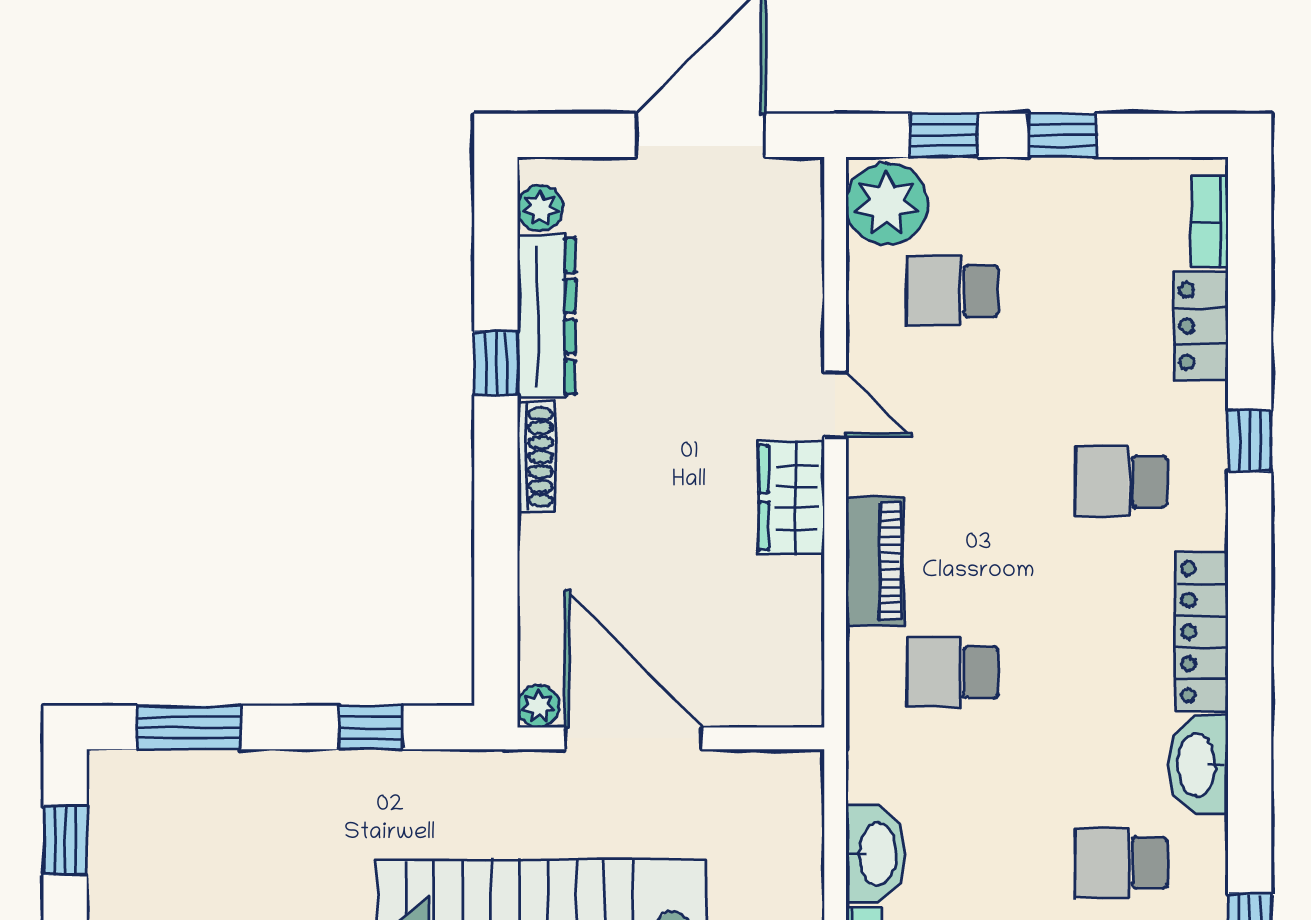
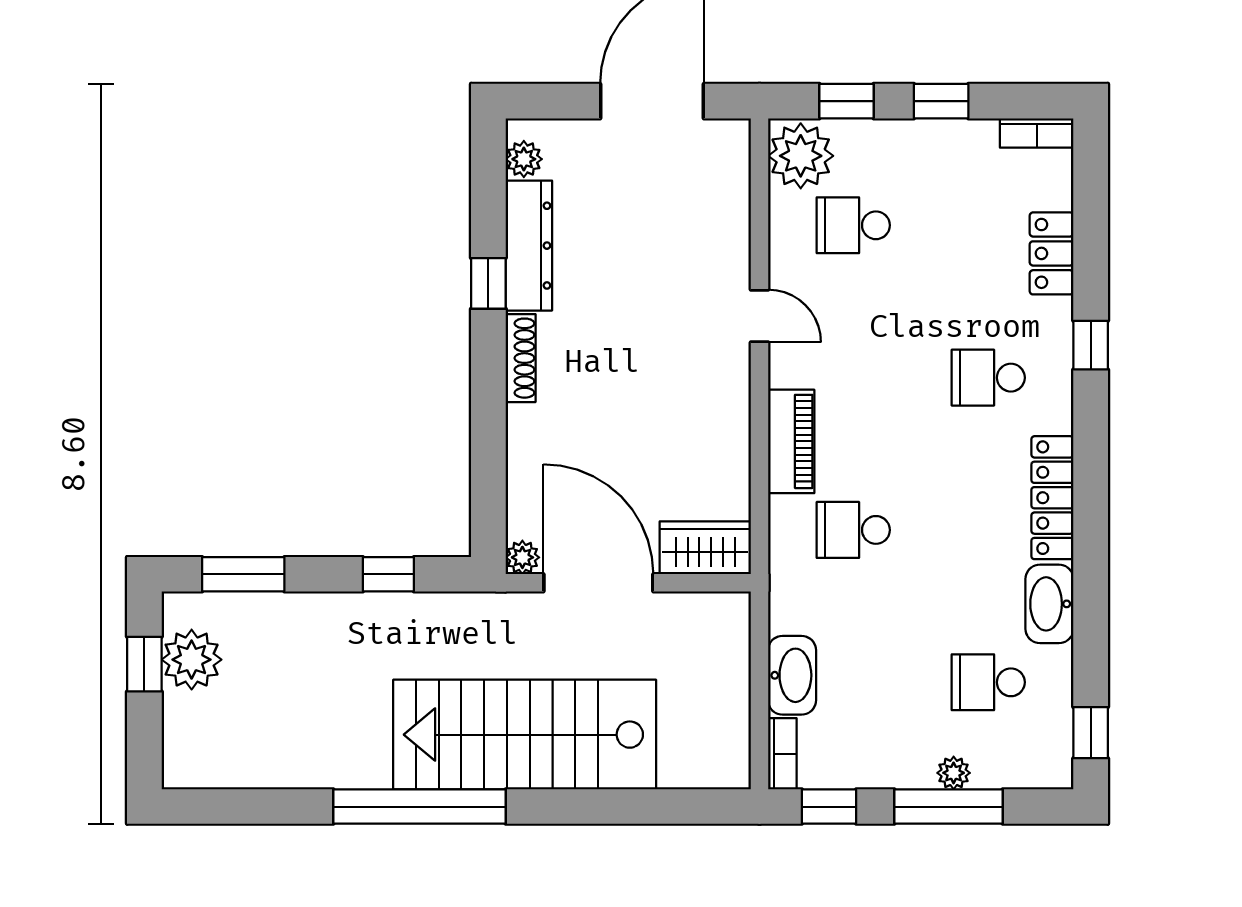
bookcase: (1210, 221) -> (1037, 133), moved, turned -90
wardrobe: (791, 497) -> (705, 548), moved, turned 90
plant: (124, 834) -> (192, 660), added

